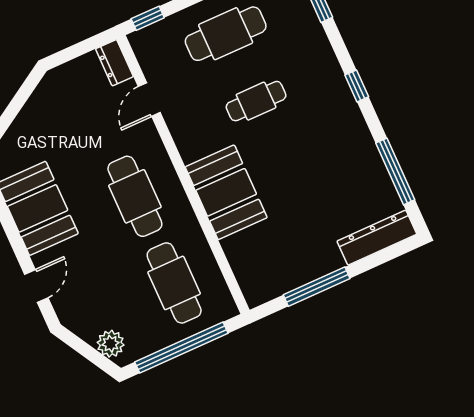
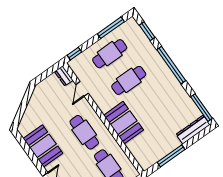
window: (357, 86) -> (171, 65), width x3.17
cafe table: (256, 101) -> (129, 80), width x1.37, depth x1.35
window: (395, 171) -> (202, 108), moved

